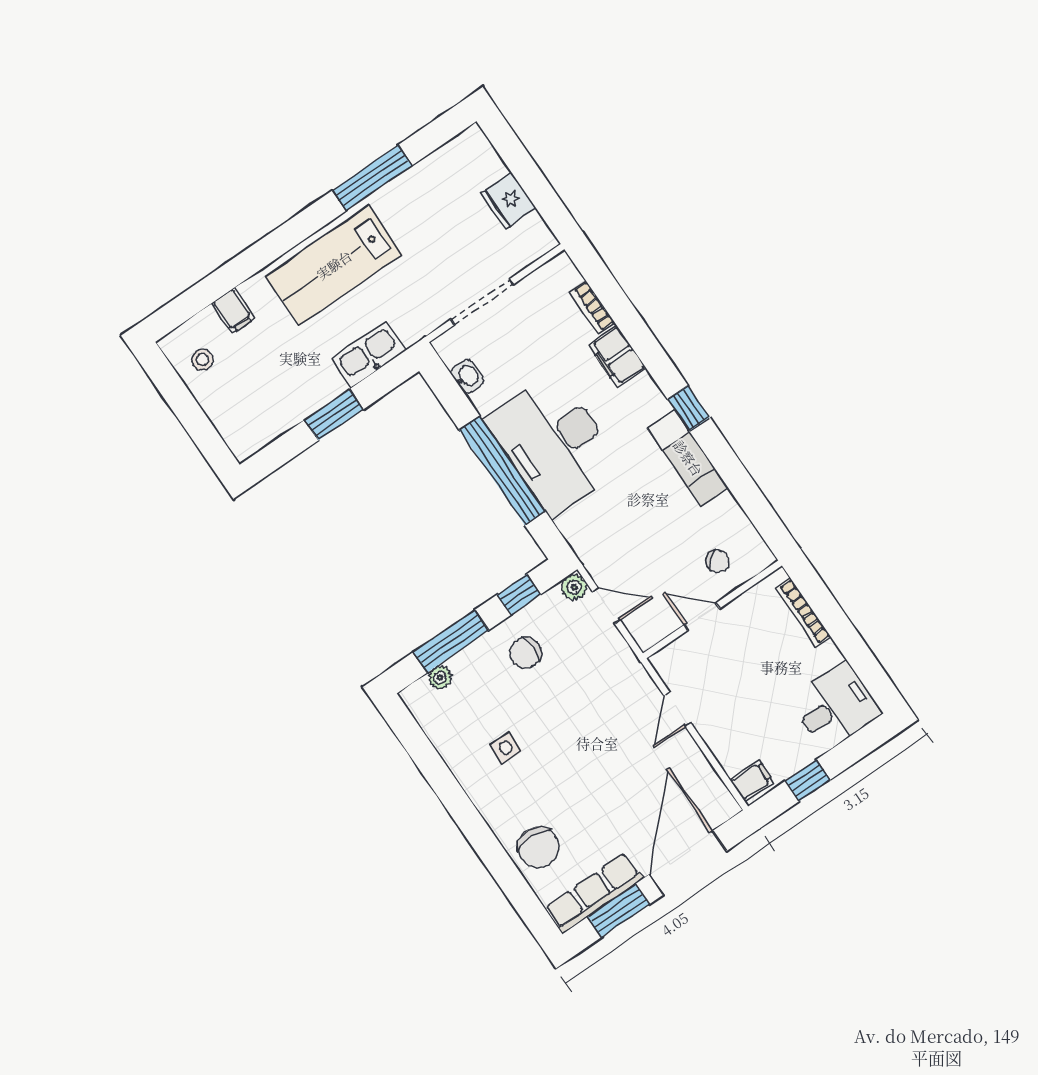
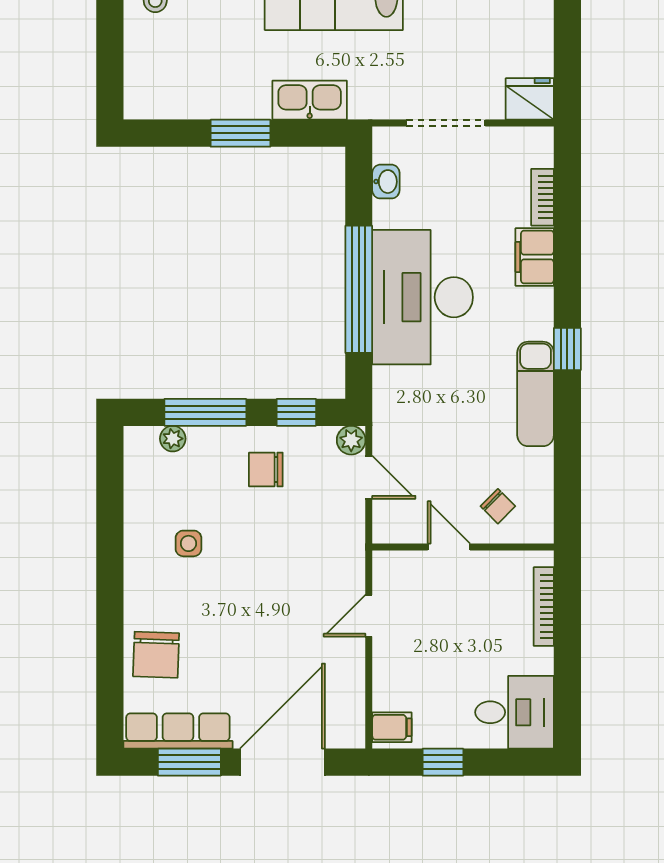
fridge: (508, 201) -> (530, 99), moved, turned 90

